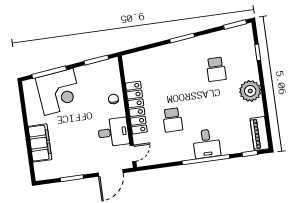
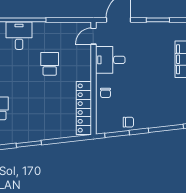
chair: (87, 73) -> (128, 122), added
corner desk: (59, 92) -> (159, 107), removed
locker: (136, 108) -> (84, 108), moved

